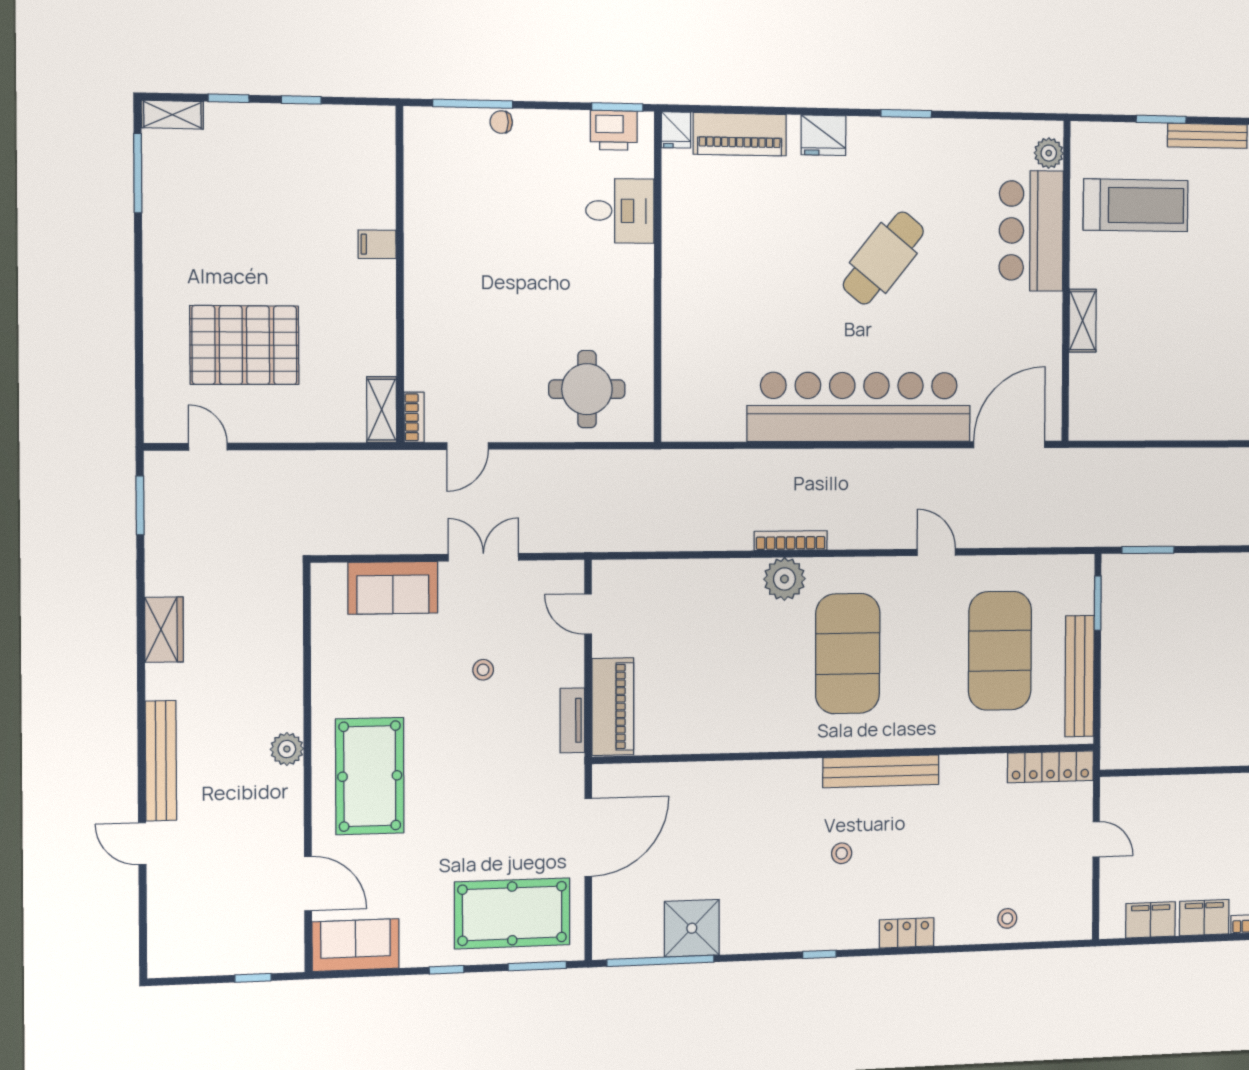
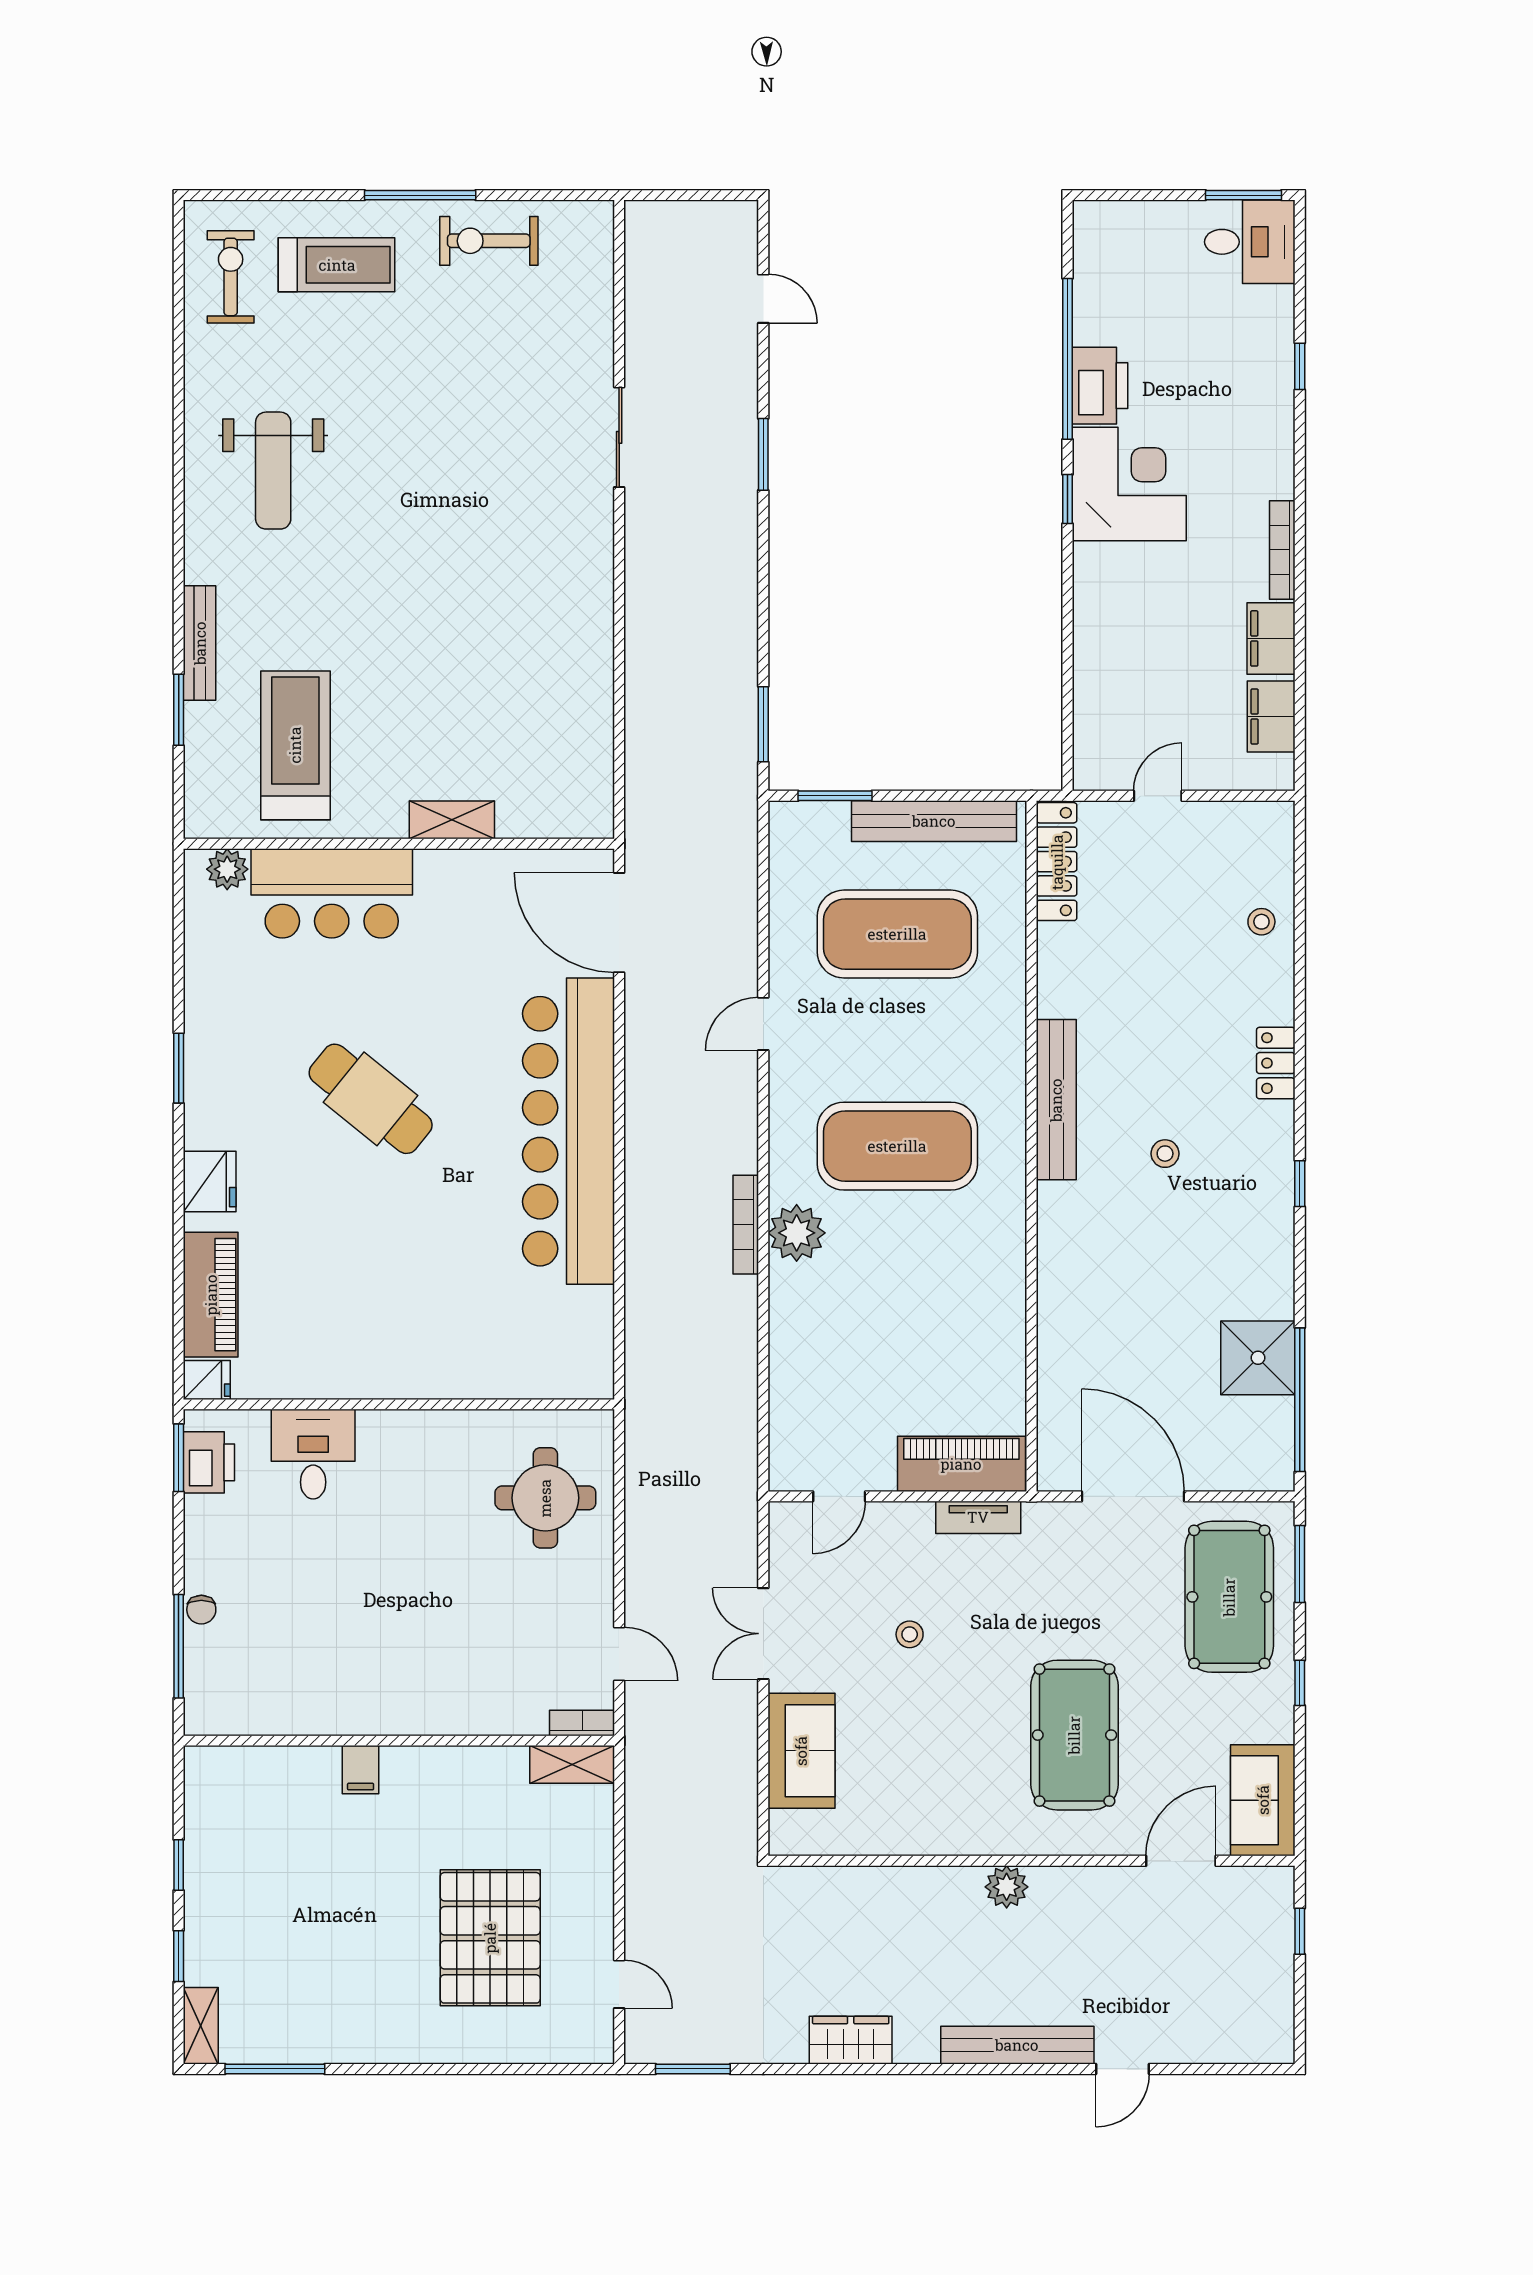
door: (208, 447) -> (619, 1984), swing flipped
pool table: (370, 776) -> (1074, 1735), moved, turned 90

